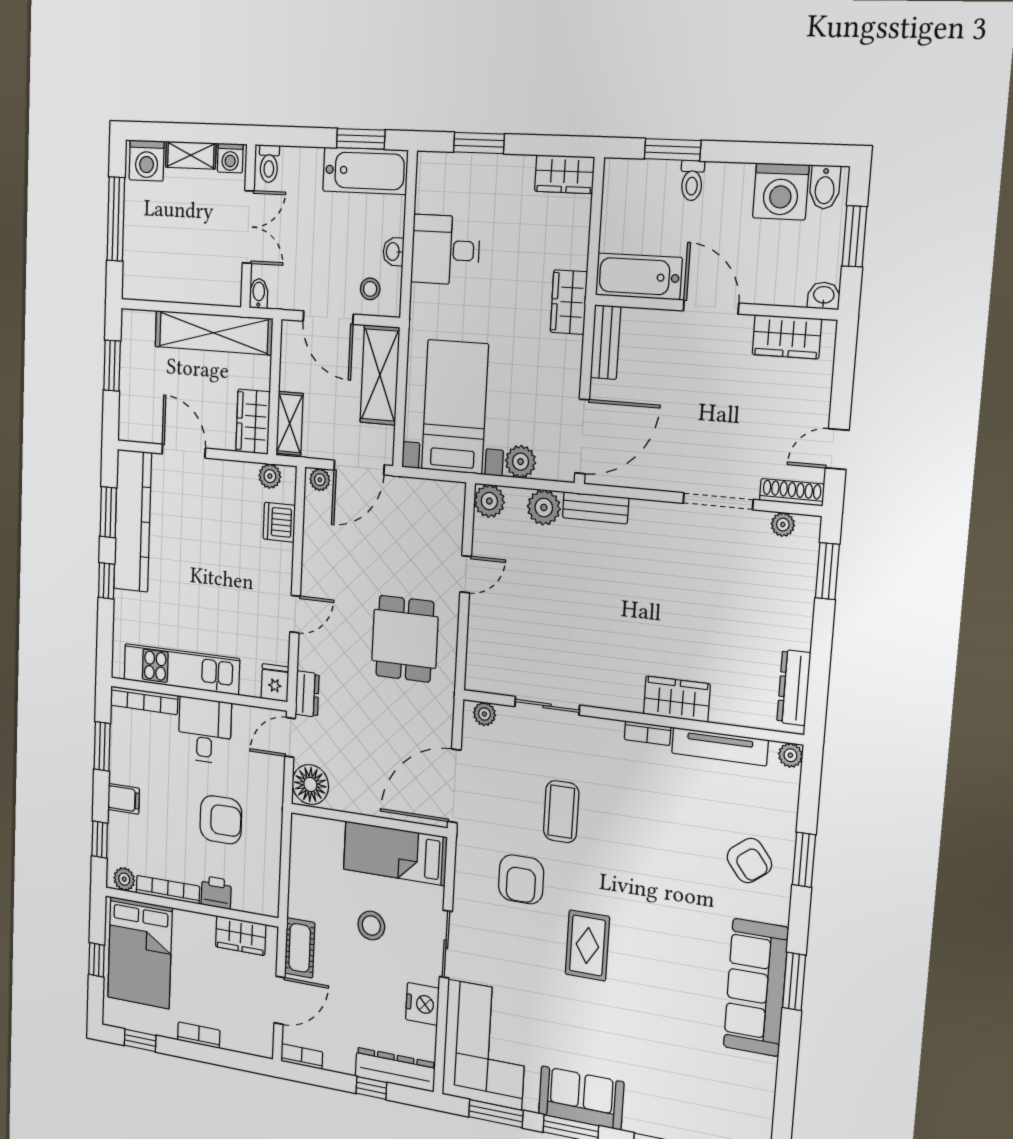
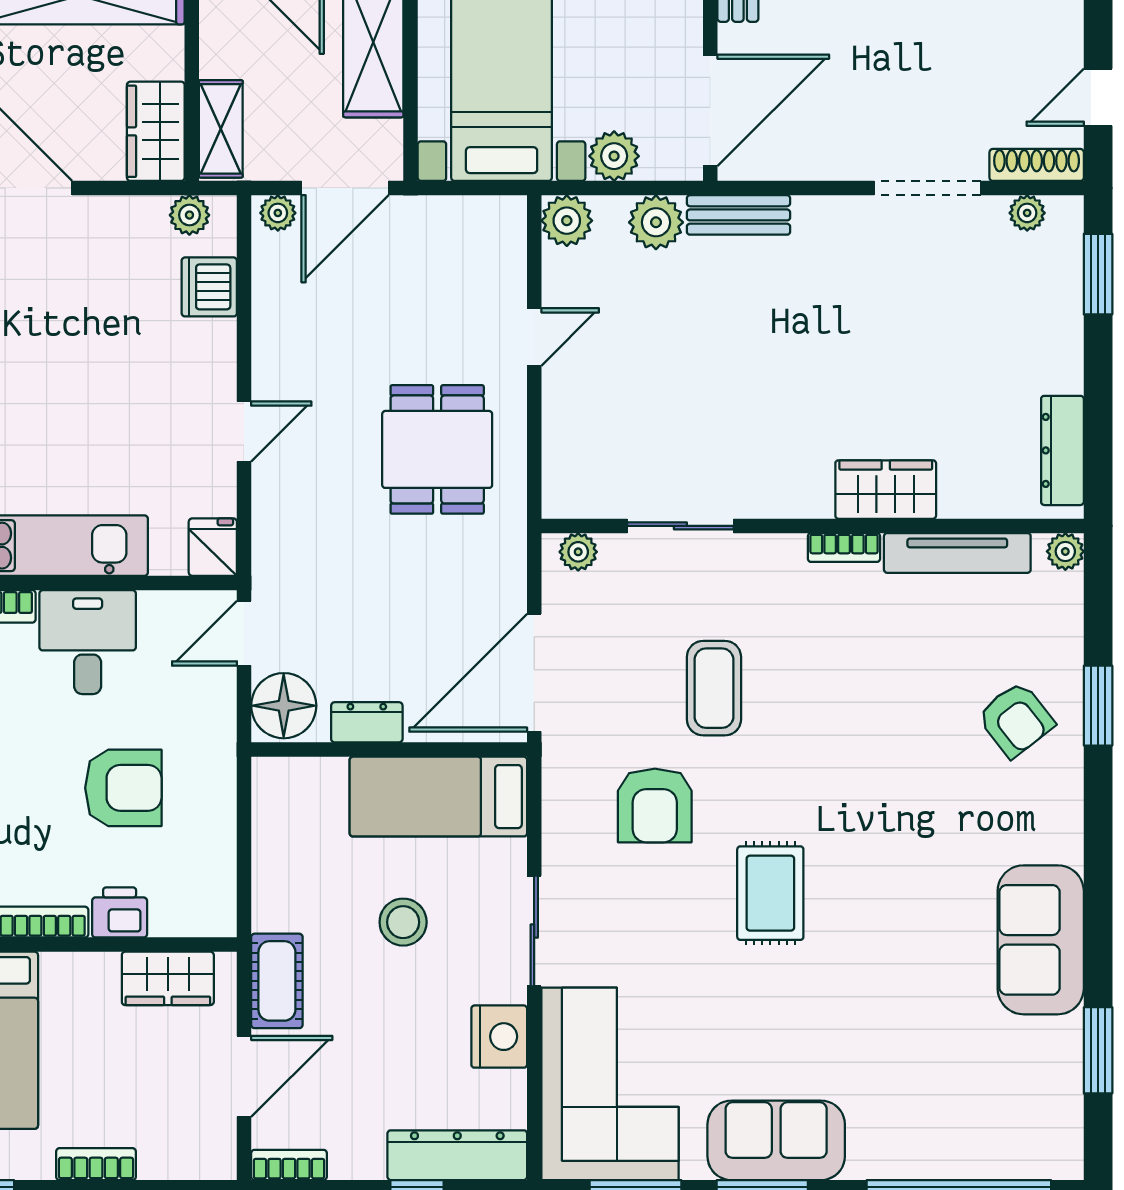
dresser: (307, 694) -> (367, 722), moved, turned -90
window: (794, 981) -> (1098, 1050), moved
sofa: (756, 987) -> (1041, 940), width x0.73

